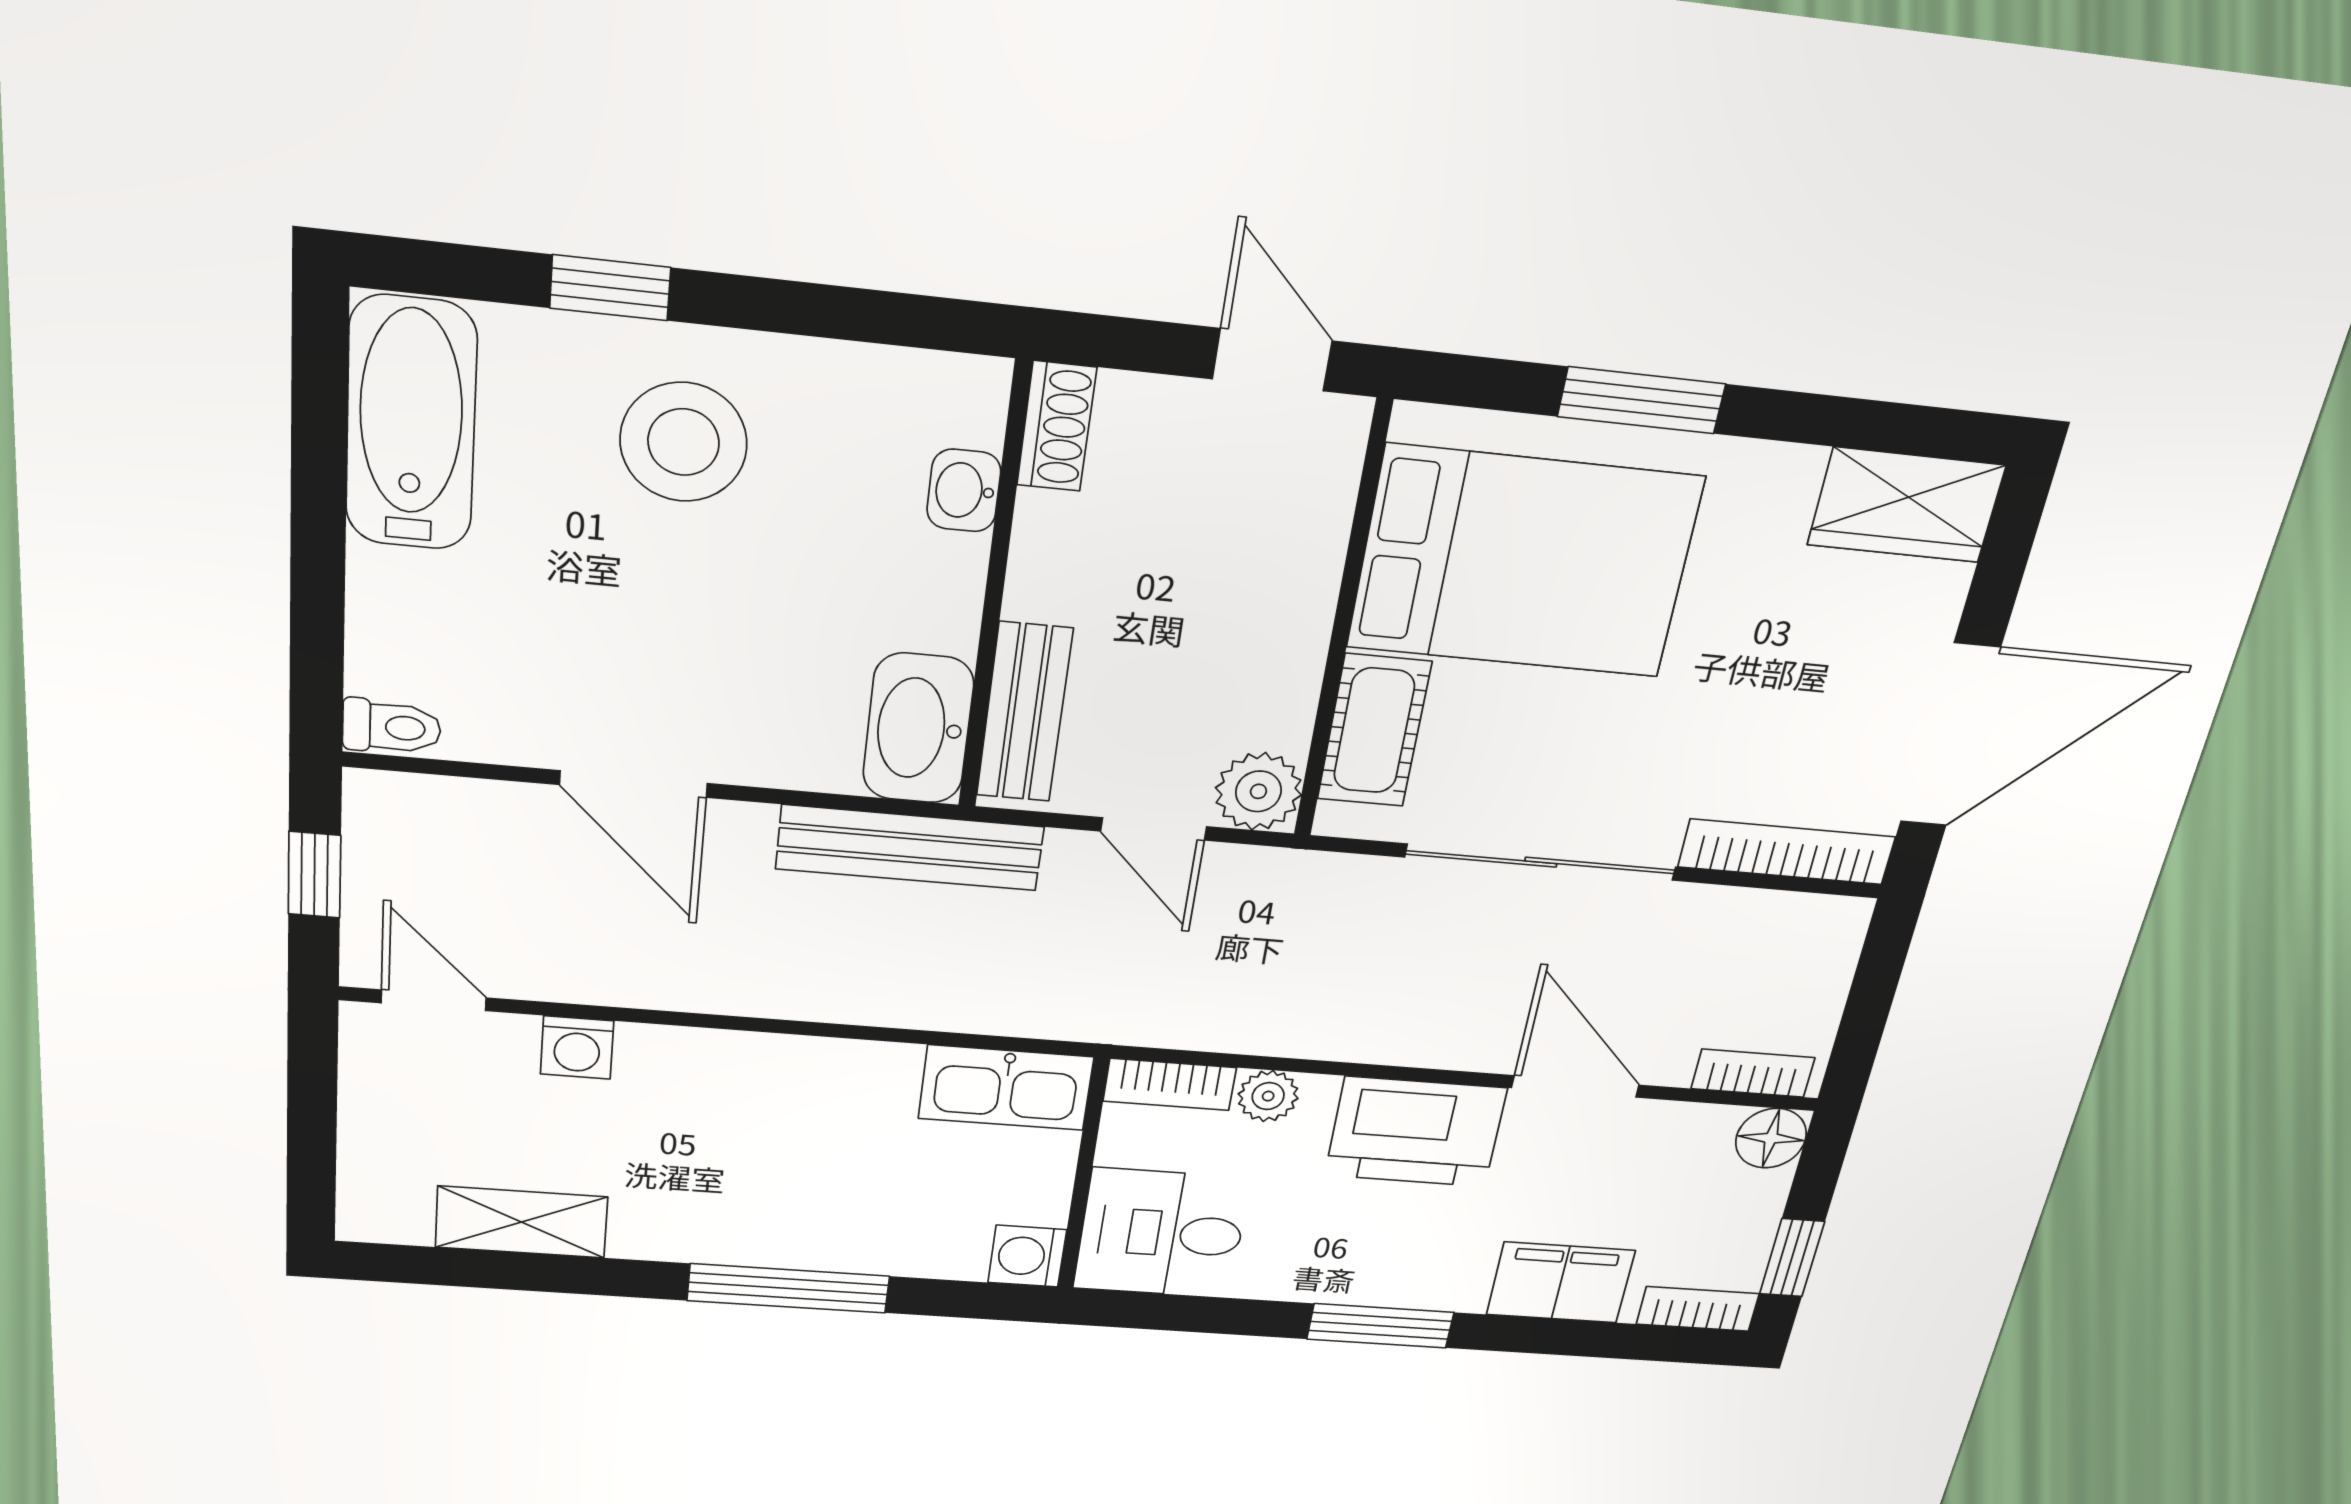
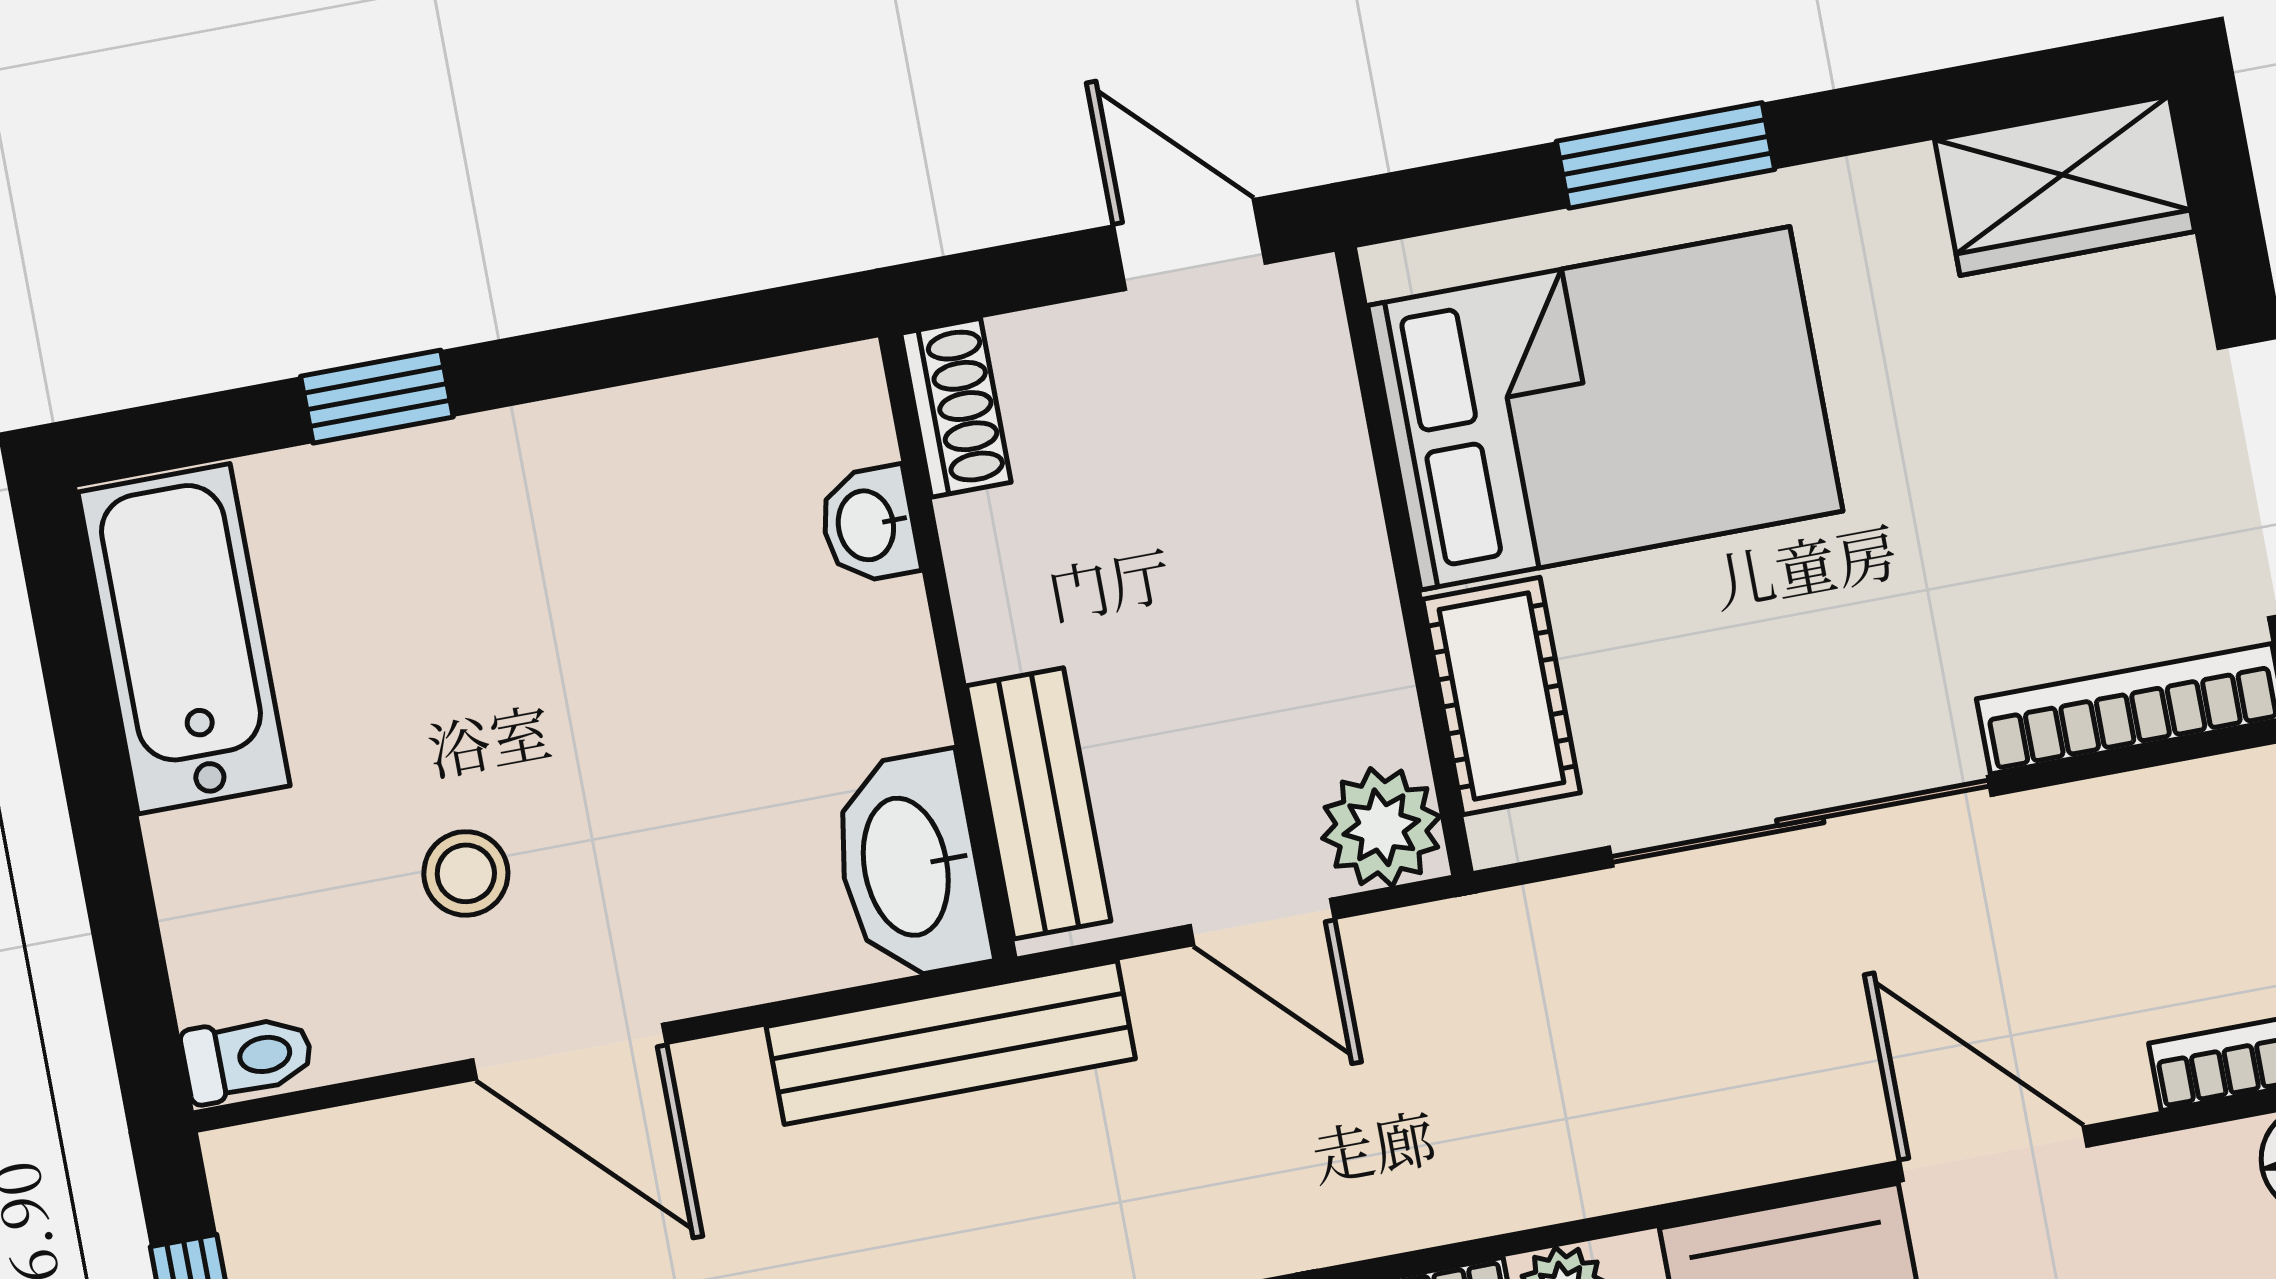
stool: (683, 442) -> (466, 873), moved, width x0.53, depth x0.53

